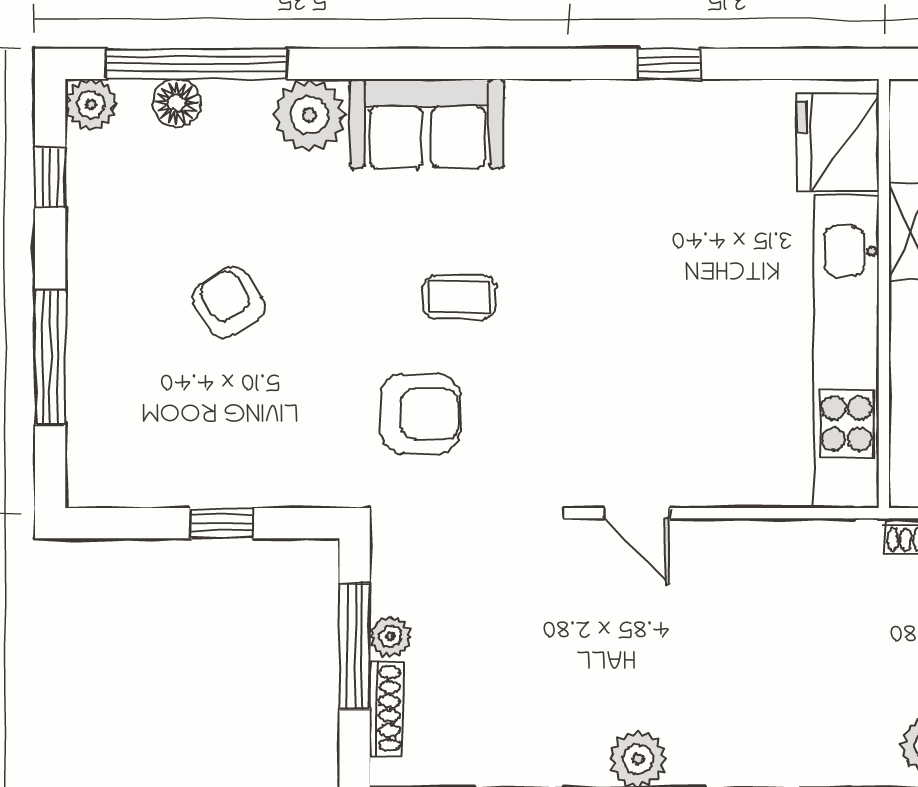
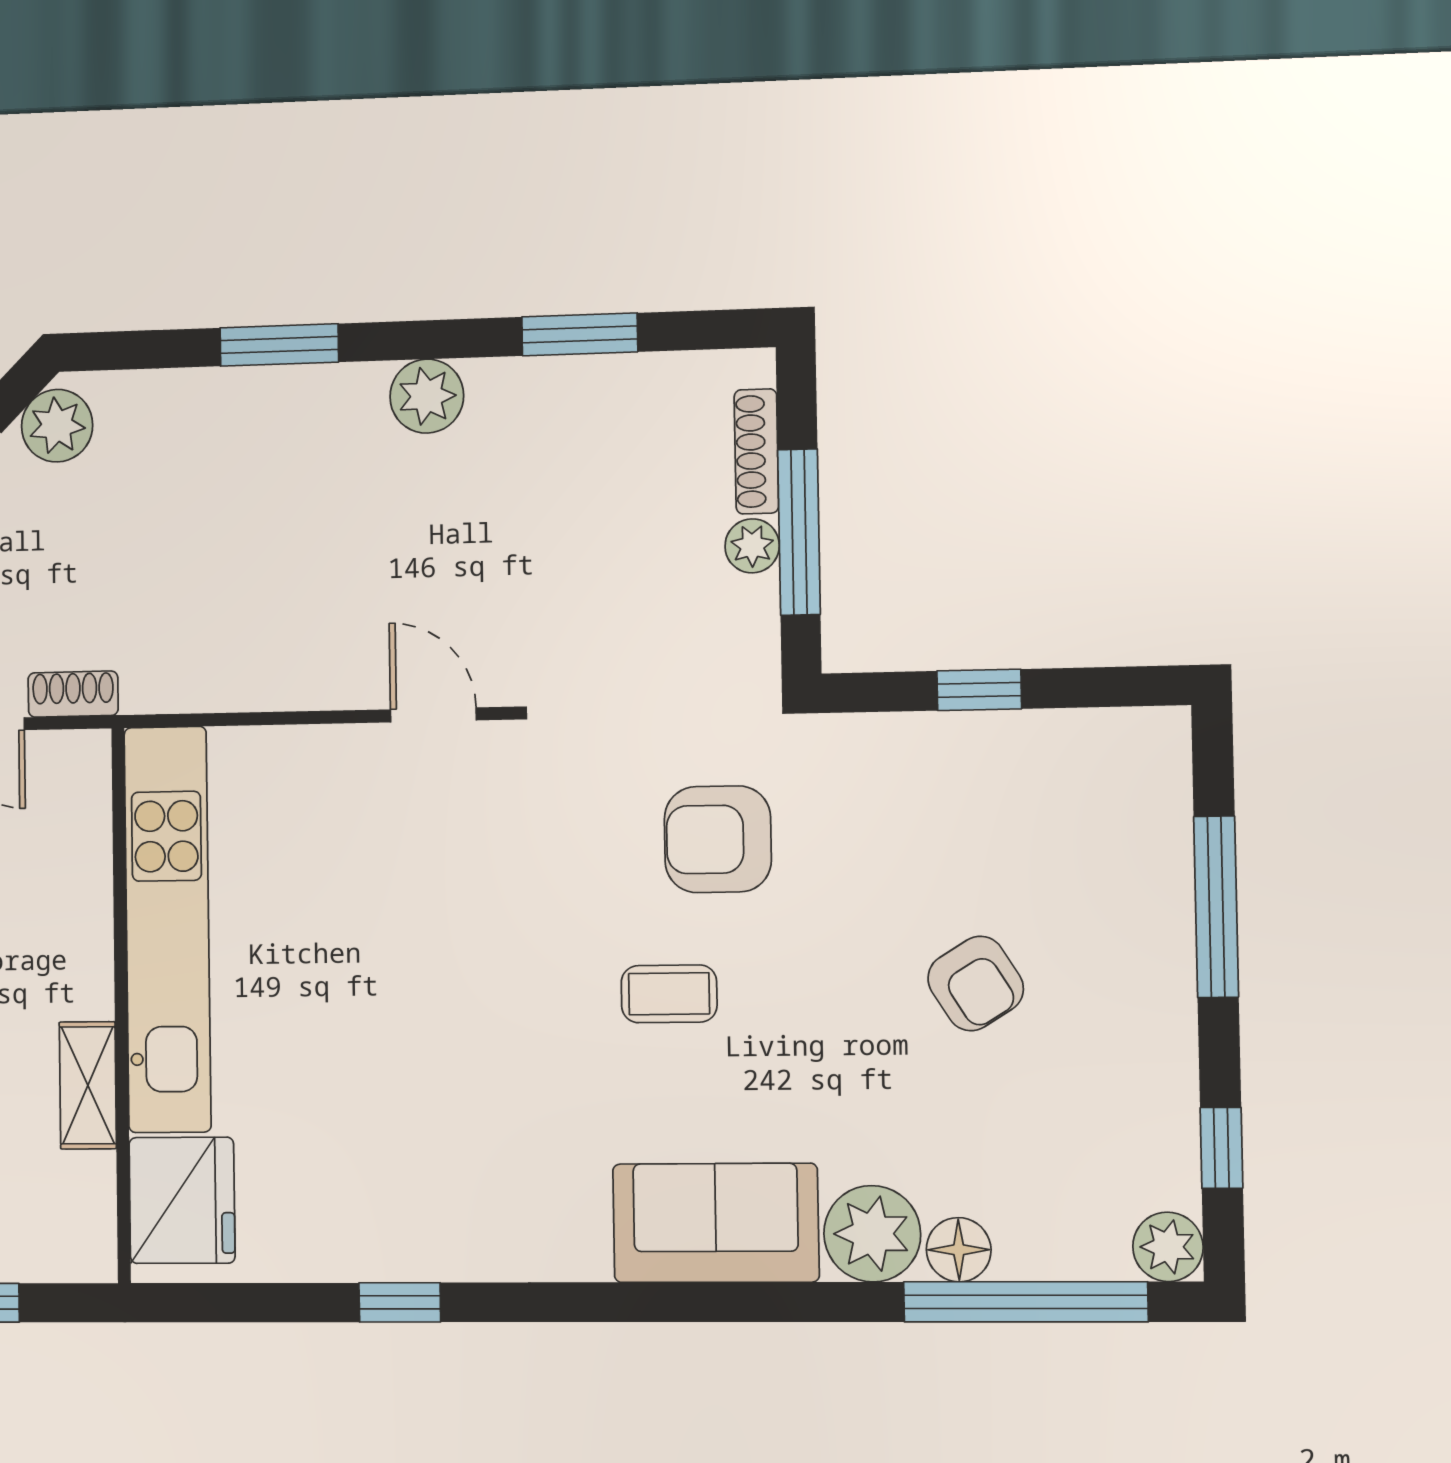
floor lamp: (177, 103) -> (959, 1250), moved

